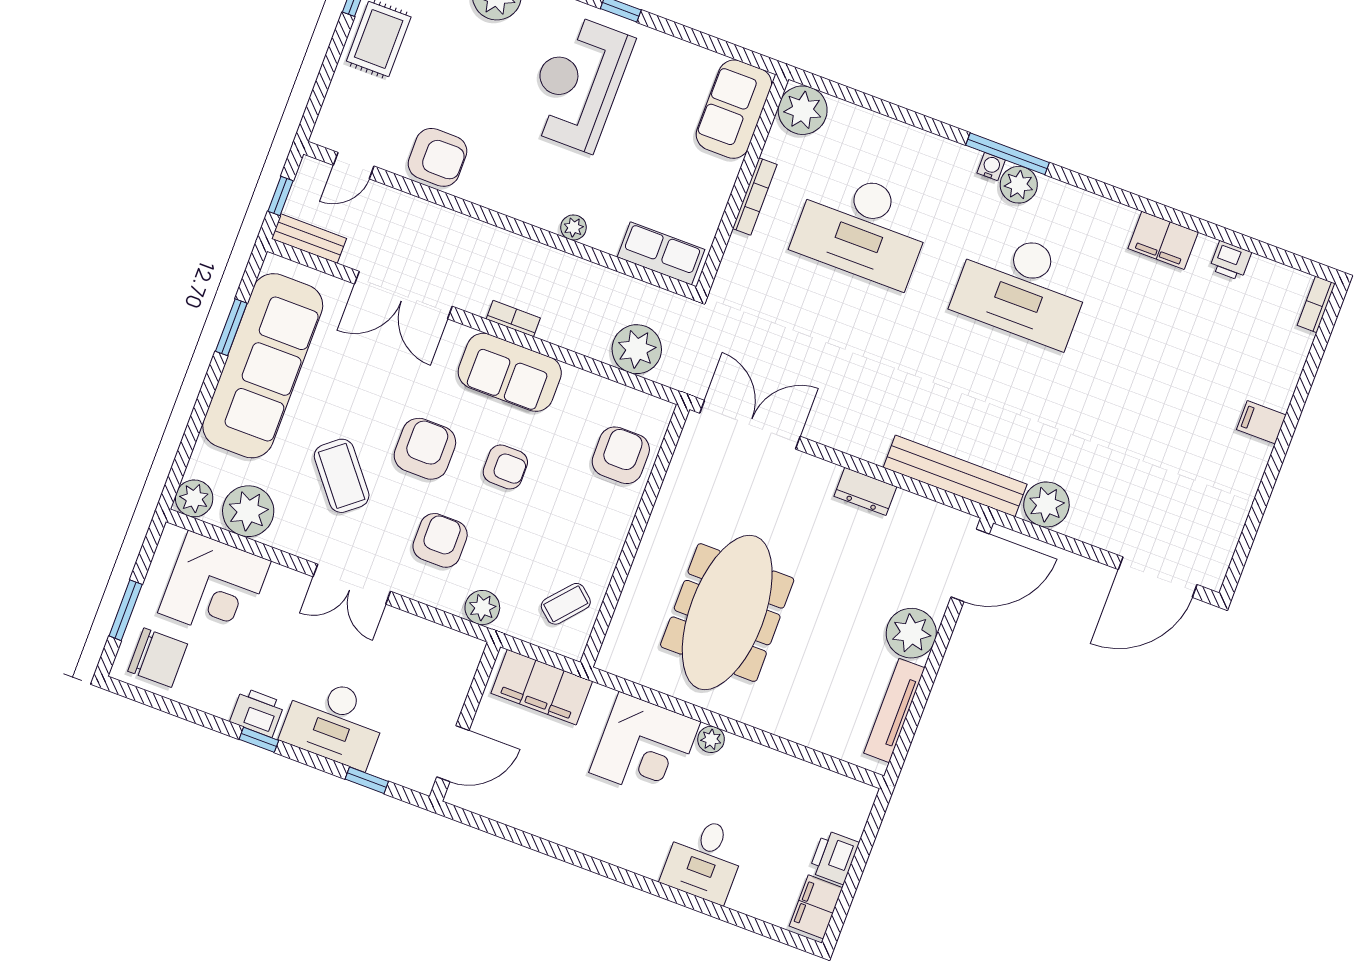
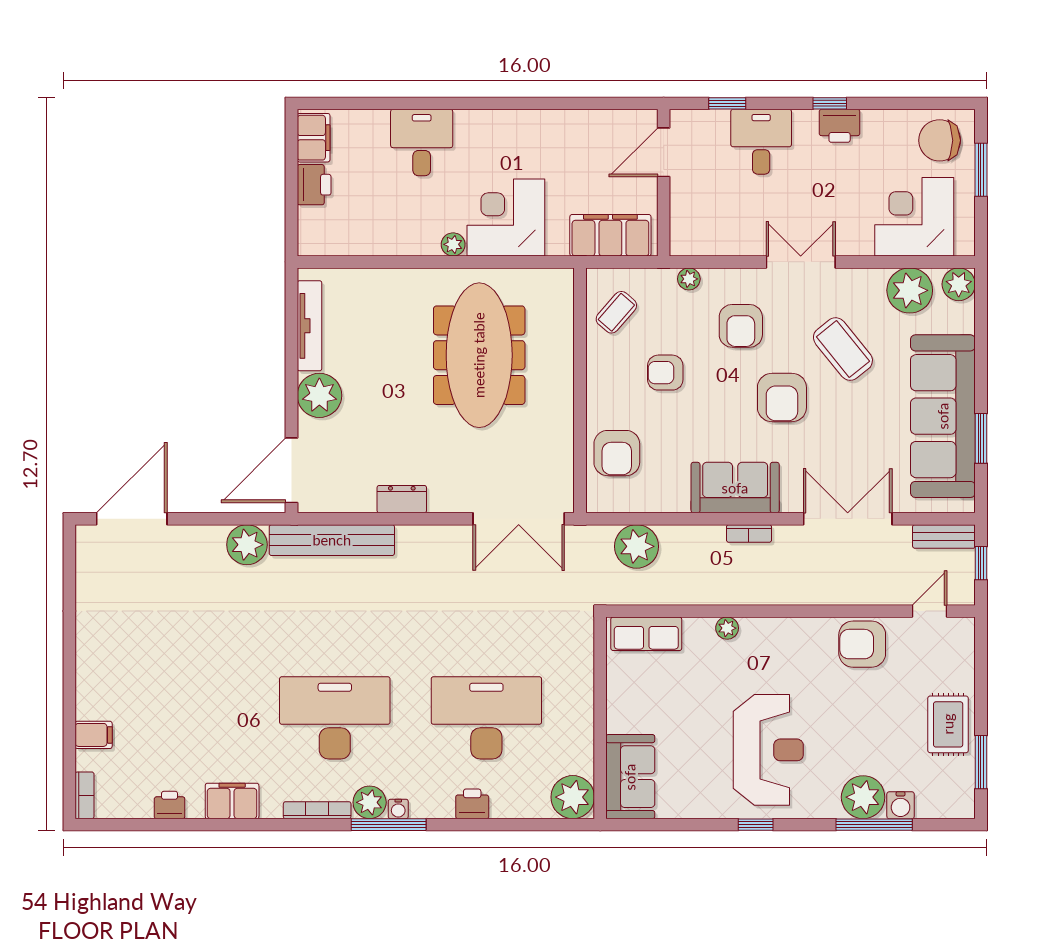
printer: (911, 143) -> (472, 804), added
bookcase: (755, 197) -> (317, 810), moved, turned 90
filing cabinet: (1261, 422) -> (94, 735), moved
armchair: (505, 467) -> (665, 373), moved
plant: (482, 608) -> (689, 279), width x0.73, depth x0.73
desk: (334, 722) -> (761, 142), width x0.73

